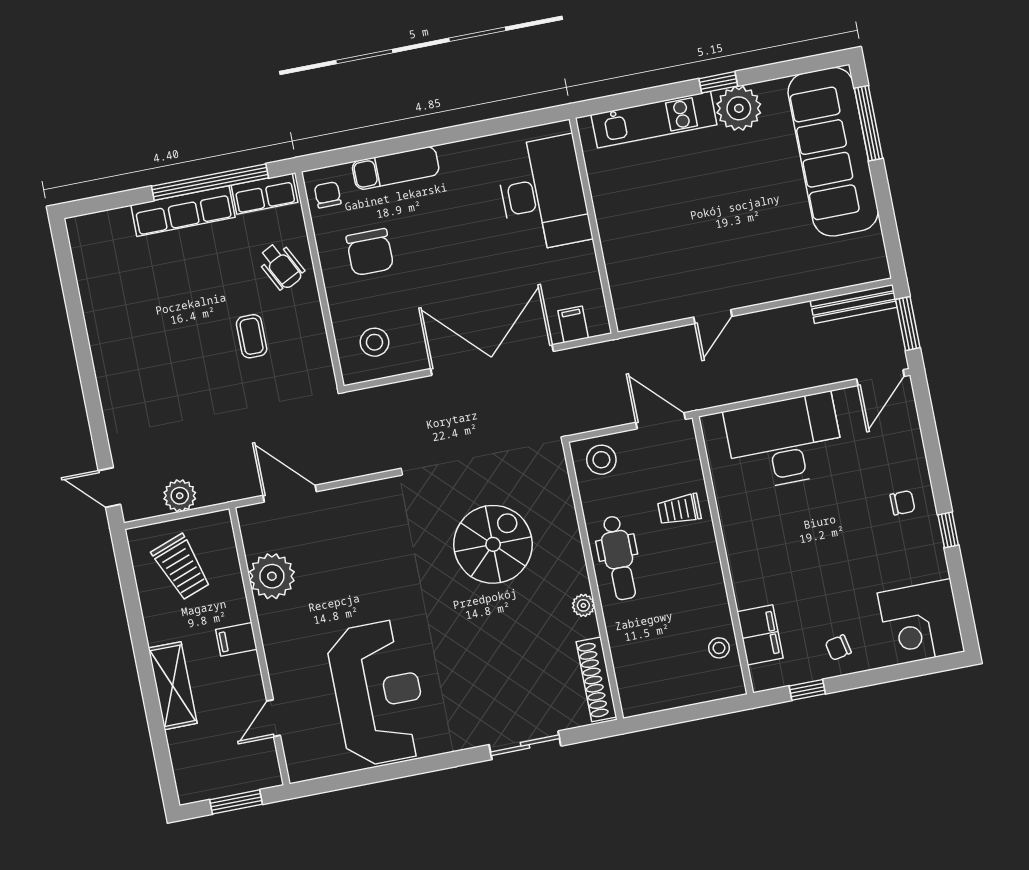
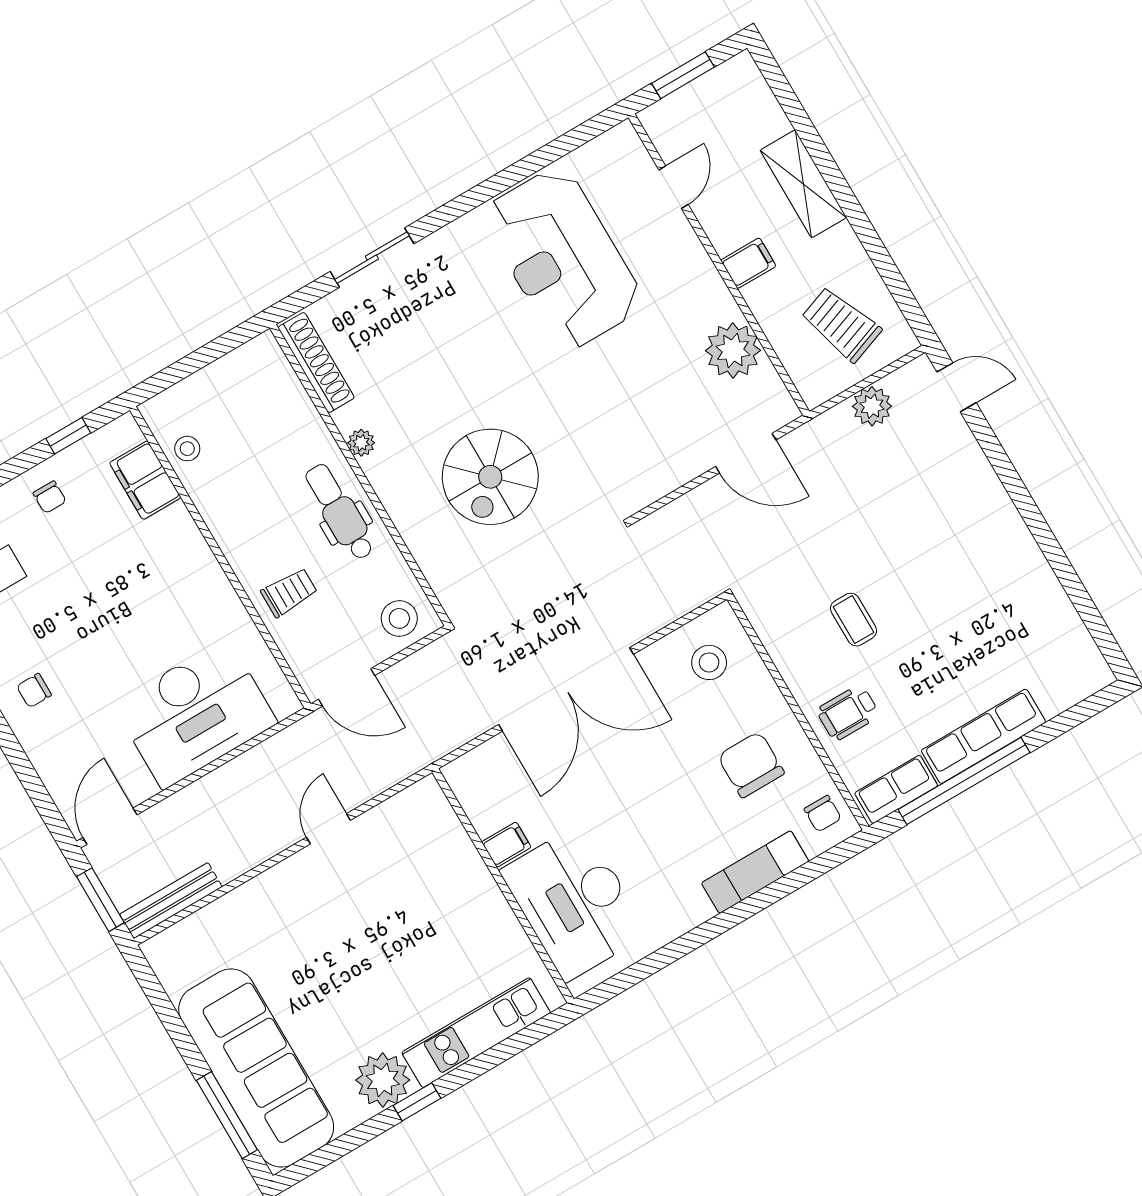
wheelchair: (281, 266) -> (848, 713), turned -63
filing cabinet: (573, 324) -> (506, 845), moved, turned -90
chair: (838, 648) -> (50, 497), turned 102

